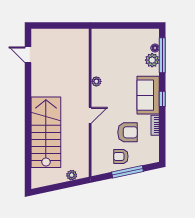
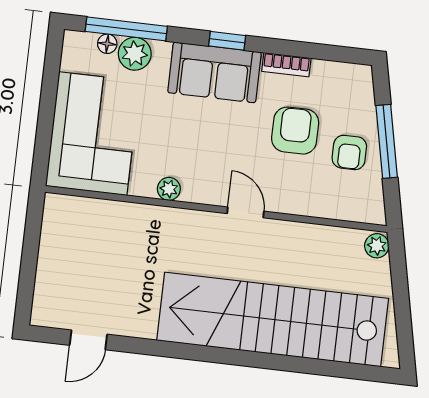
corner sofa: (116, 46) -> (93, 134), added
stairs: (46, 132) -> (273, 319), width x1.36
plant: (72, 175) -> (377, 246), moved

